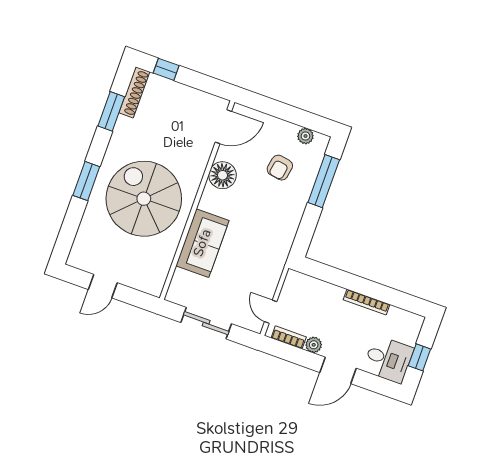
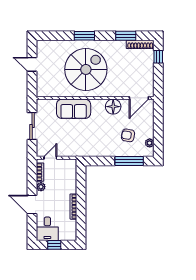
door: (223, 127) -> (139, 98), hinge flipped

